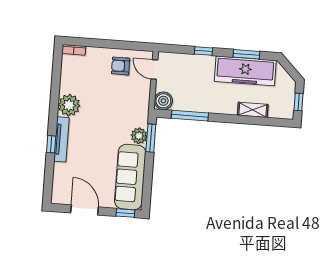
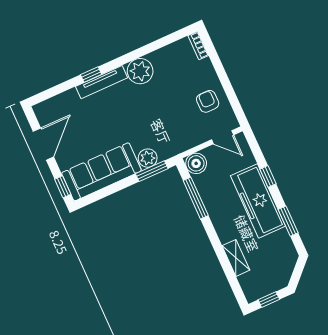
door: (154, 70) -> (223, 137), swing flipped
freezer: (245, 71) -> (258, 201), moved

